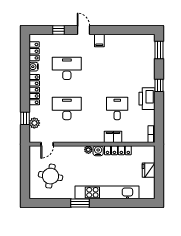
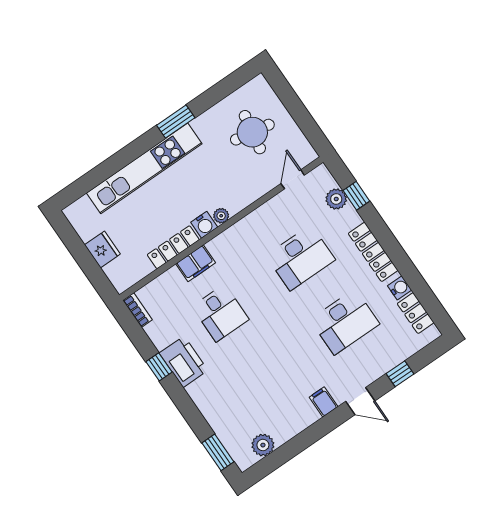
plant: (138, 40) -> (263, 445), added
window: (159, 85) -> (159, 367), moved

